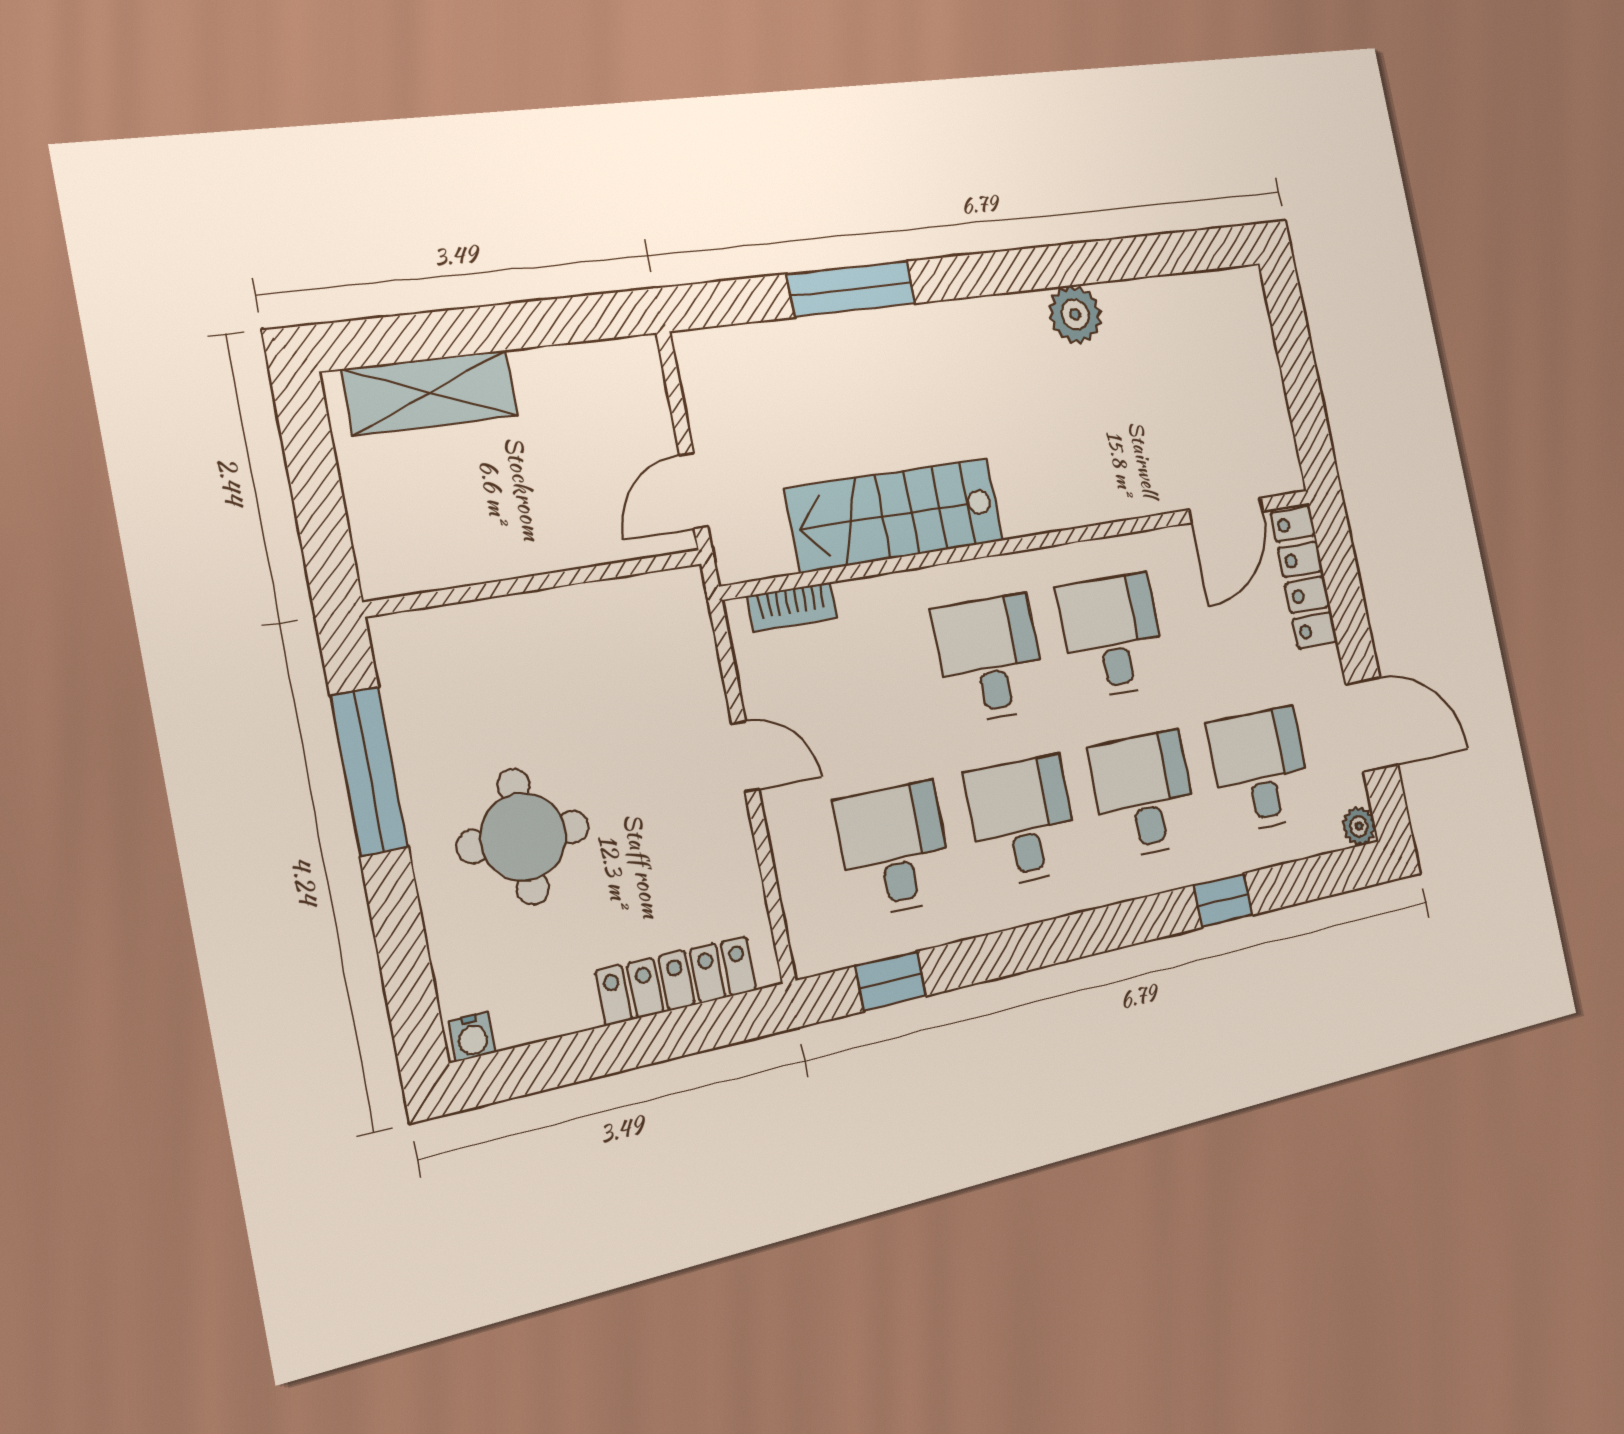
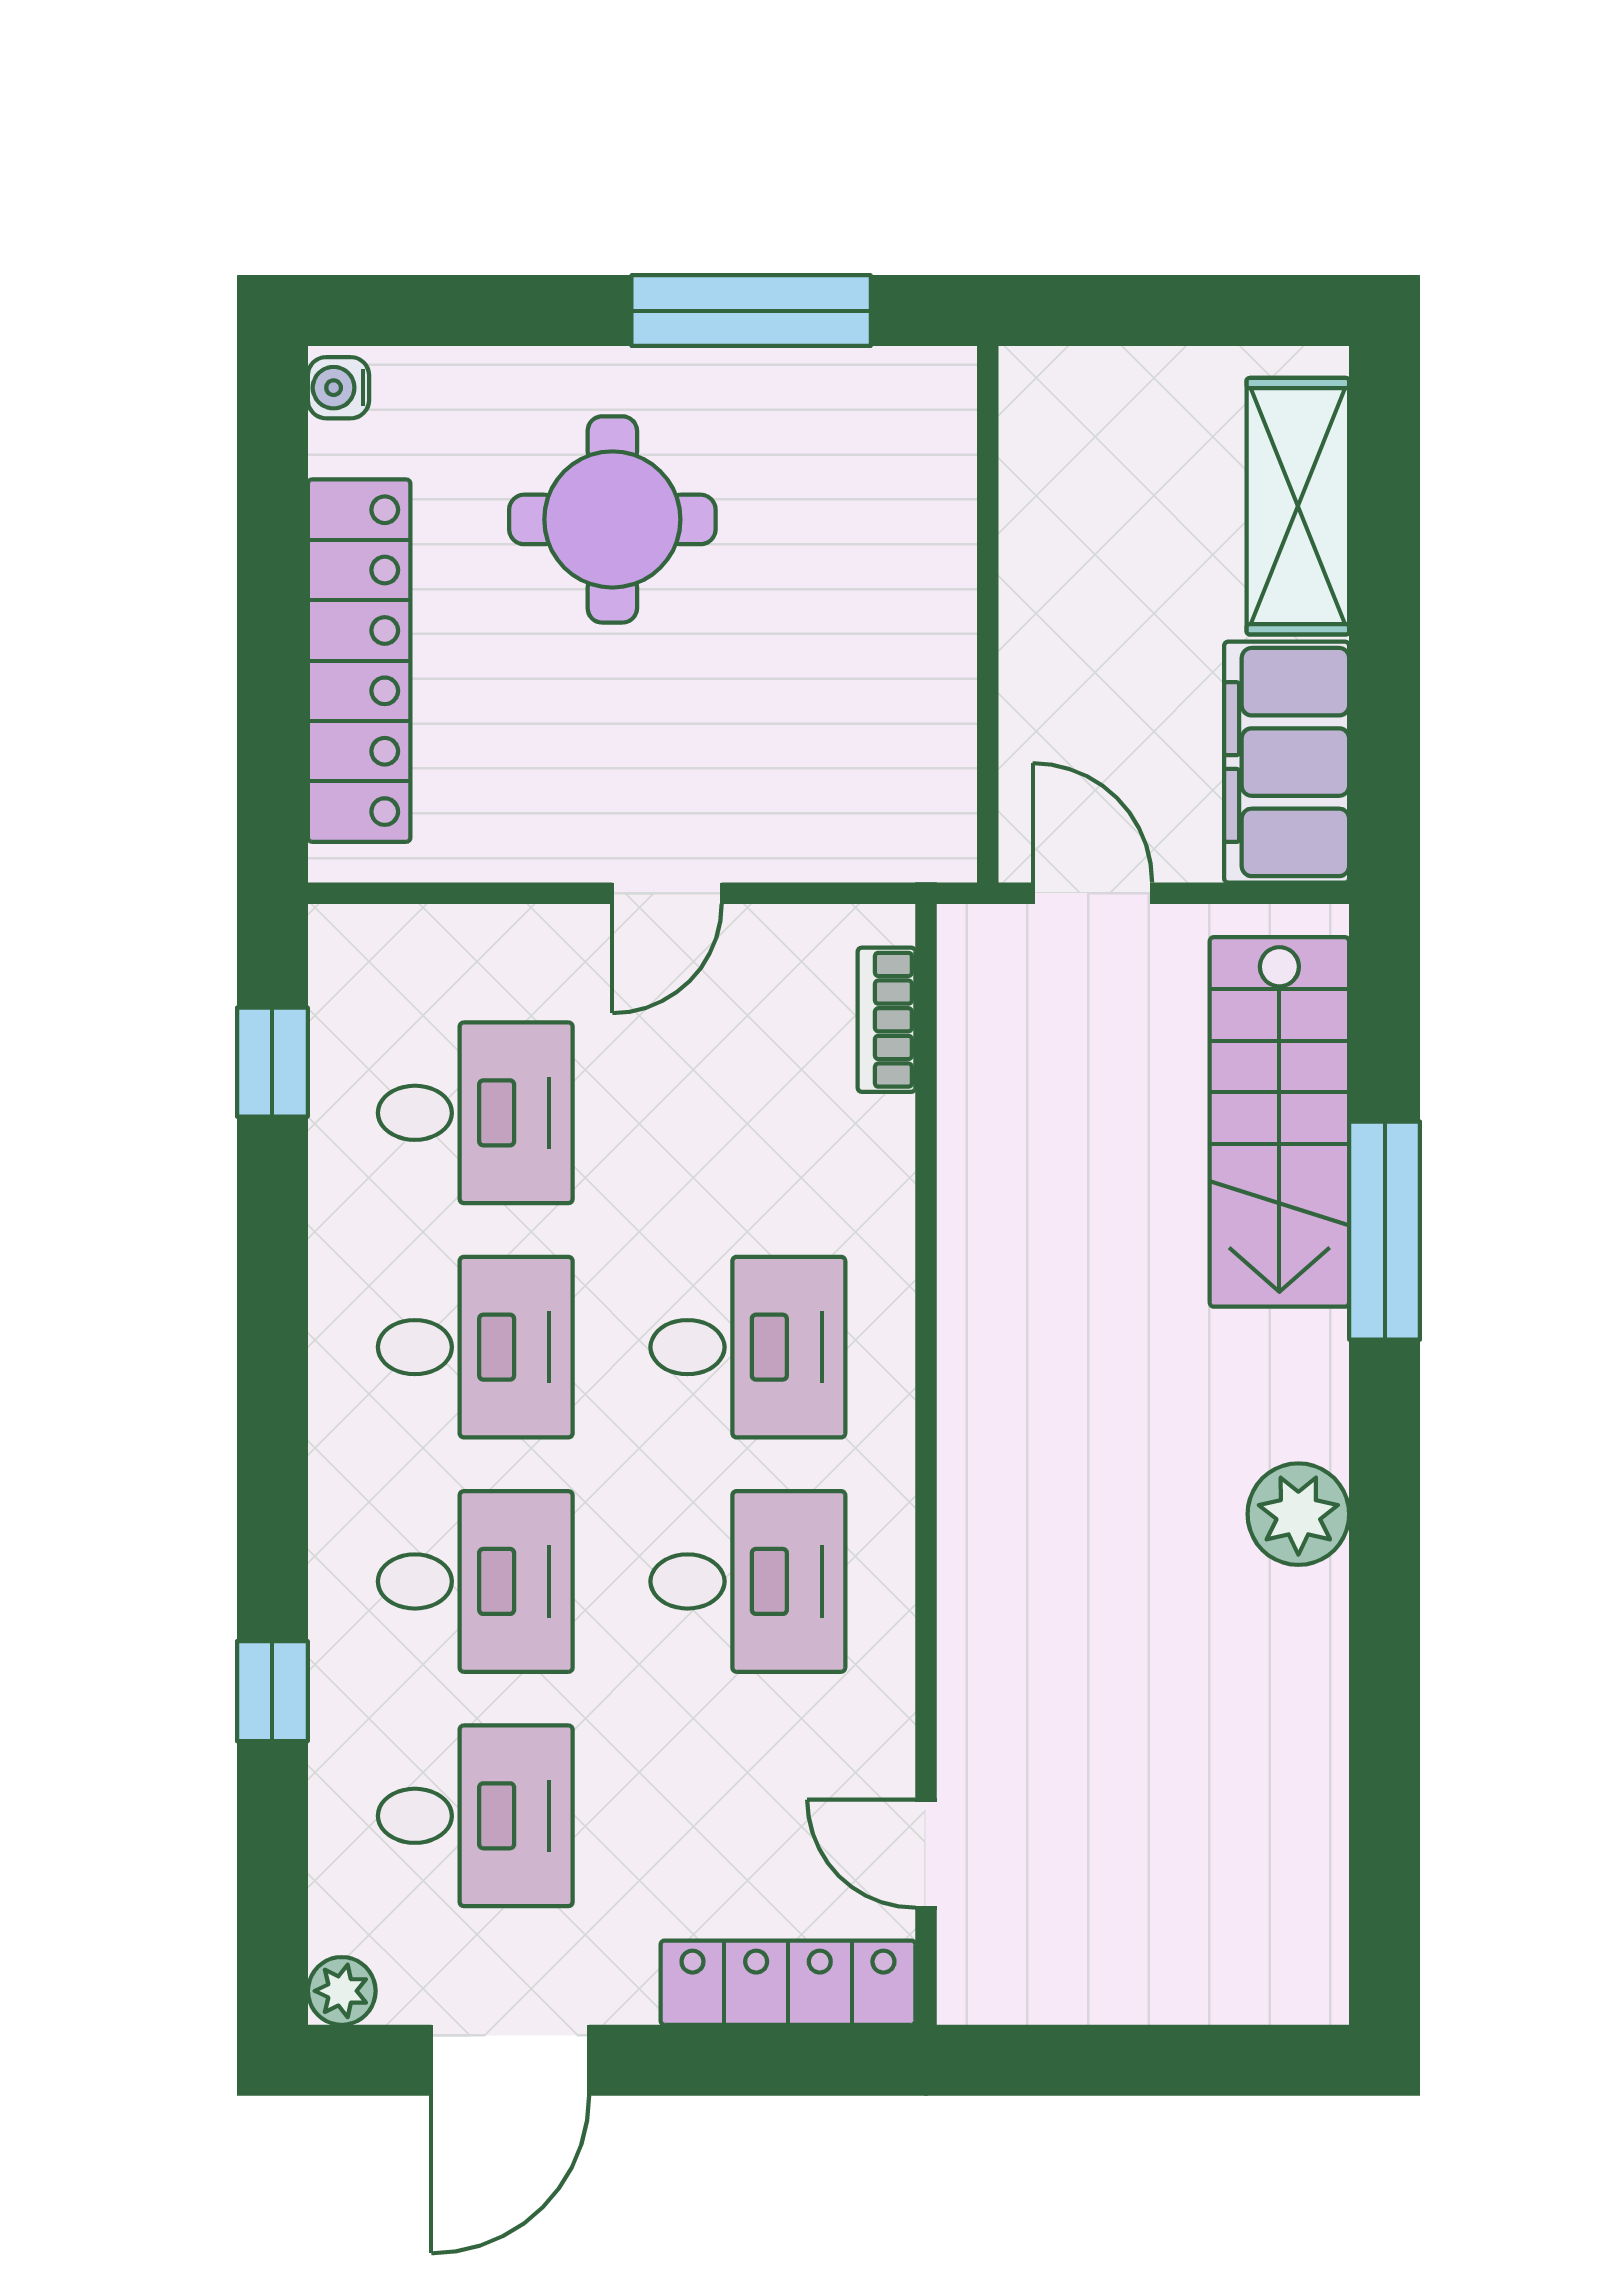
plant: (1075, 314) -> (1298, 1514), moved
filing cabinet: (592, 380) -> (1287, 762), added
door: (1226, 510) -> (926, 1854), width x0.73
stairs: (895, 515) -> (1279, 1122), moved, turned 180
locker: (677, 981) -> (359, 661), width x1.41, depth x1.21

